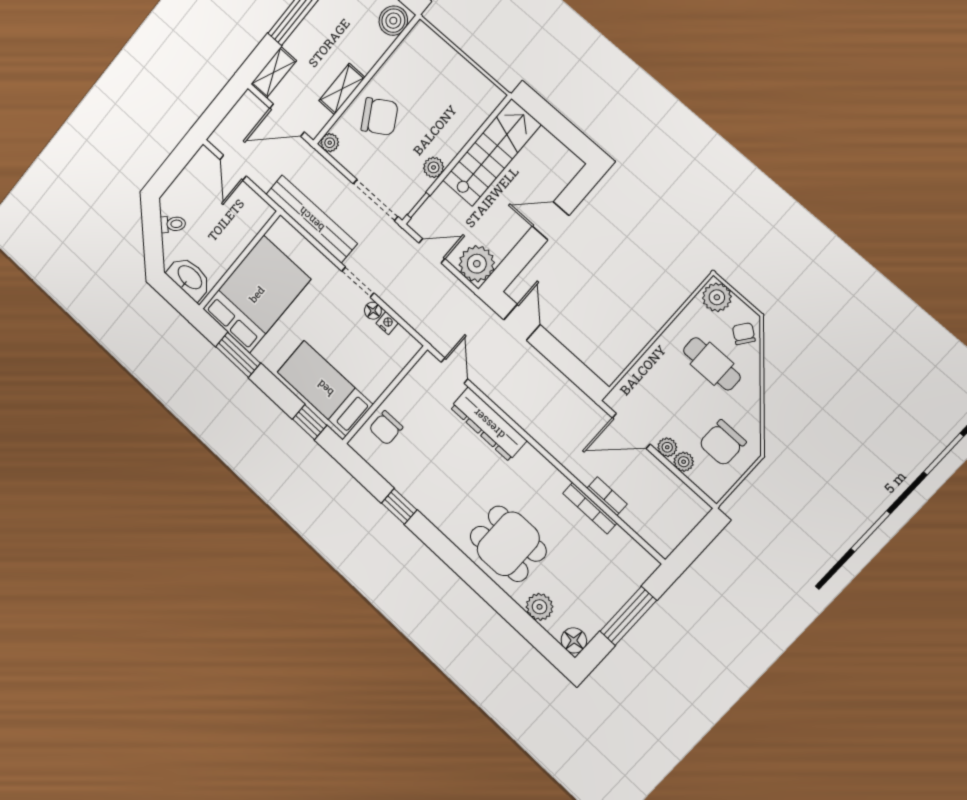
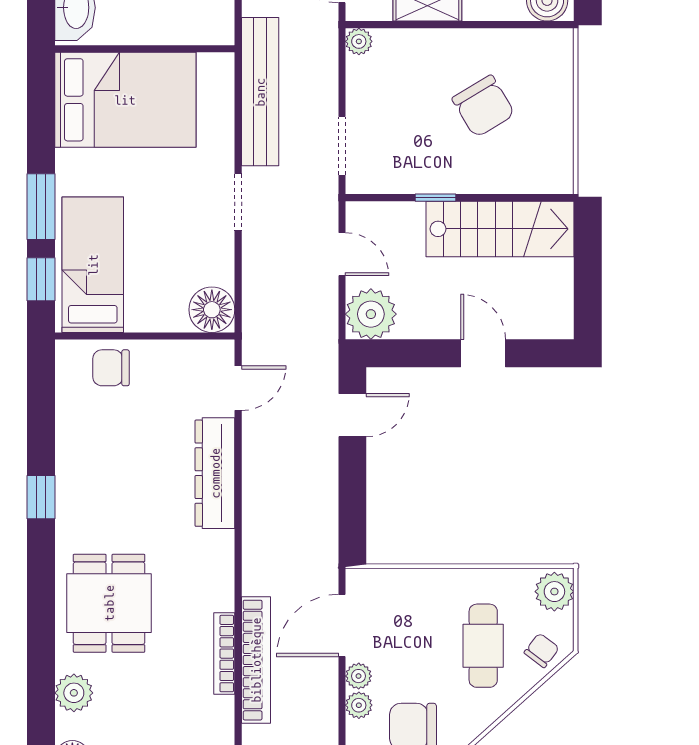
chair: (380, 117) -> (483, 106), moved
plant: (434, 167) -> (431, 179), removed
doorway: (376, 200) -> (342, 146), width x0.73
window: (419, 205) -> (436, 198), moved
floor lamp: (373, 311) -> (212, 310), moved, width x1.89, depth x1.89
nightstand: (387, 323) -> (223, 272), removed
window: (238, 355) -> (41, 207), moved
door: (631, 431) -> (342, 625), hinge flipped
bookcase: (607, 496) -> (256, 660), width x2.31, depth x1.31
window: (399, 506) -> (41, 497), moved

